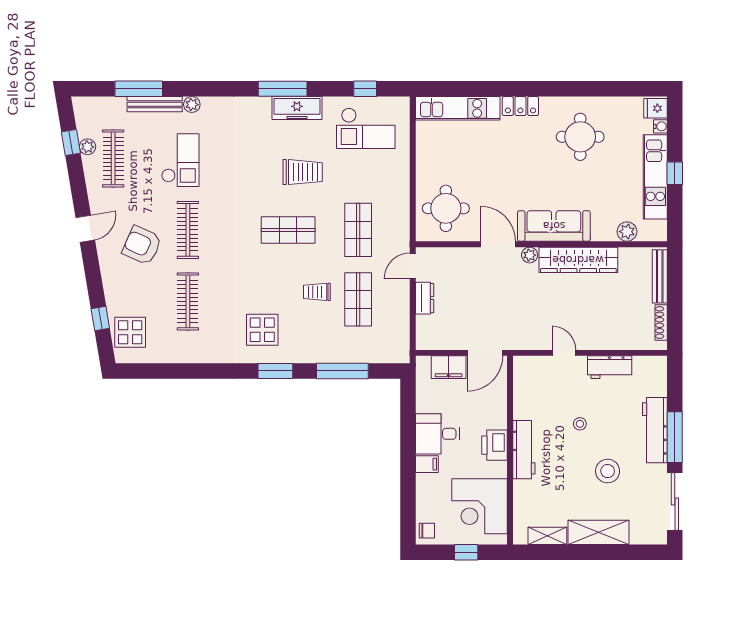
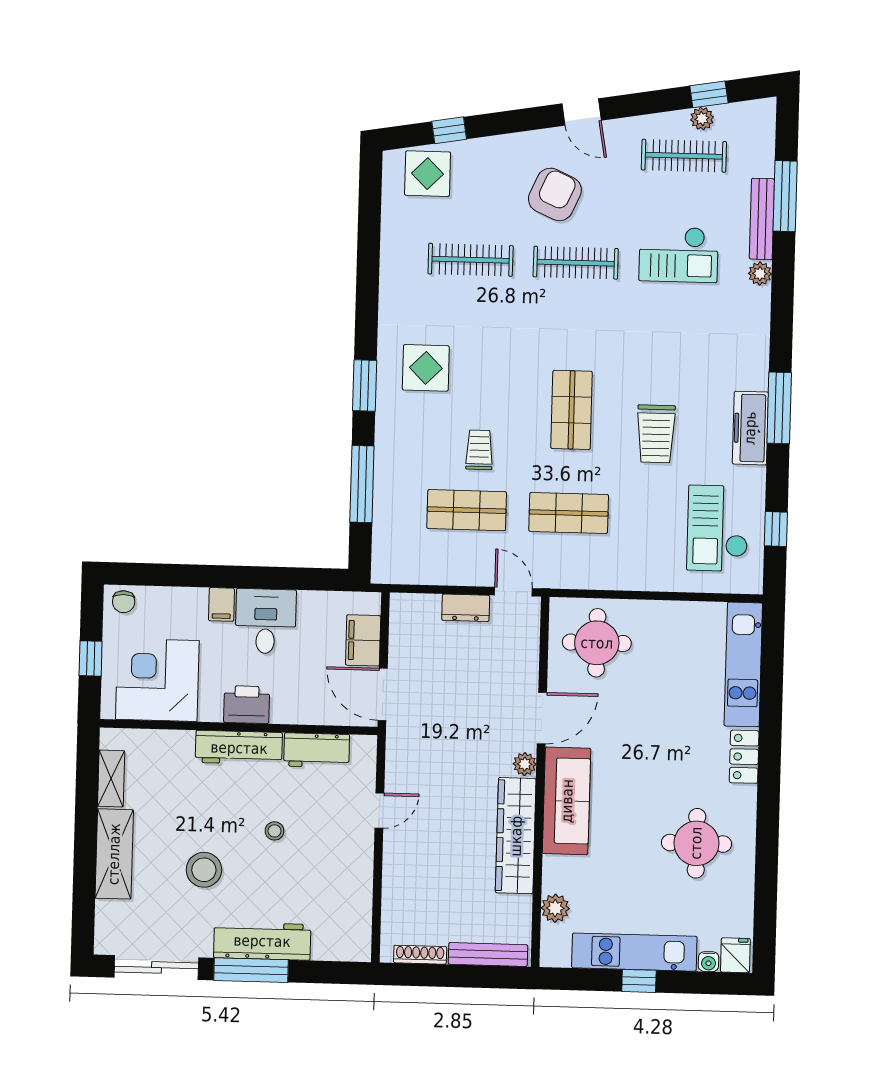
workbench: (610, 367) -> (317, 750), moved, turned -90

